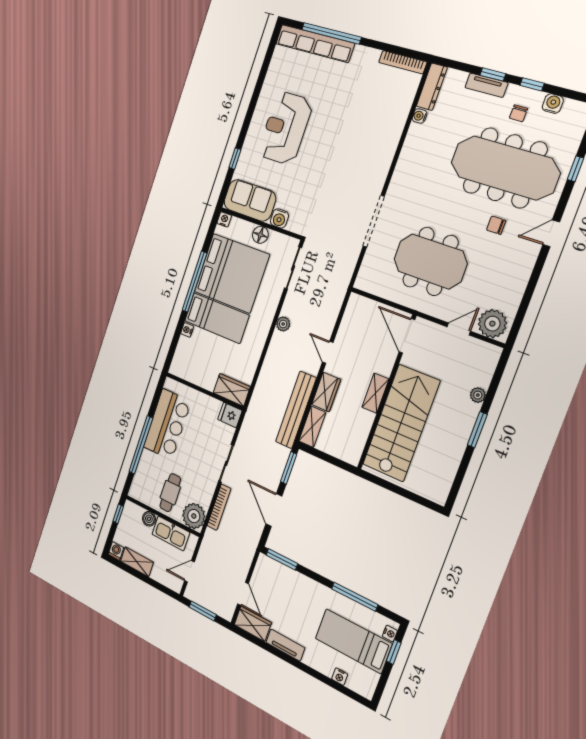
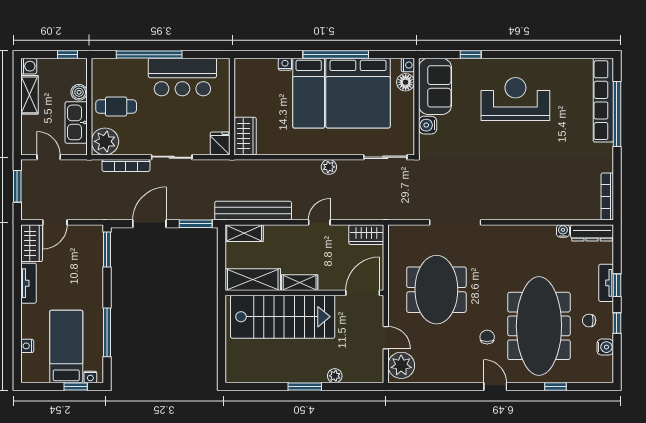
floor lamp: (260, 235) -> (406, 82), moved
wardrobe: (326, 392) -> (366, 235), moved
shelving: (357, 437) -> (253, 280), added

